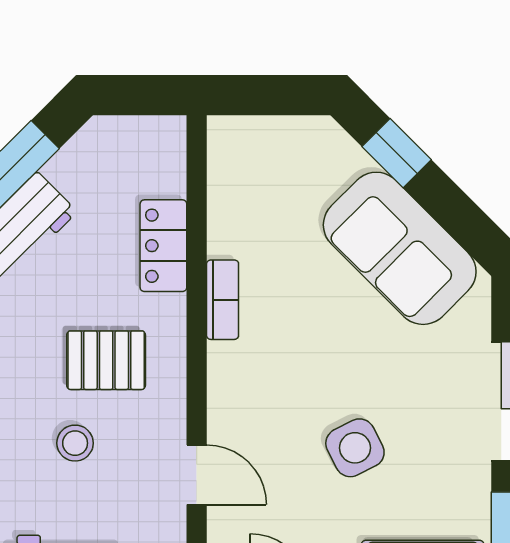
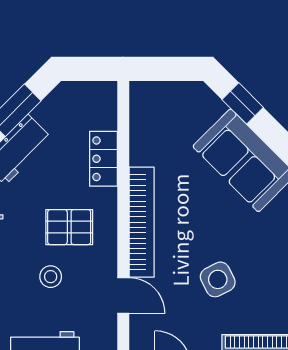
bookcase: (223, 300) -> (142, 222), width x2.31, depth x1.31

